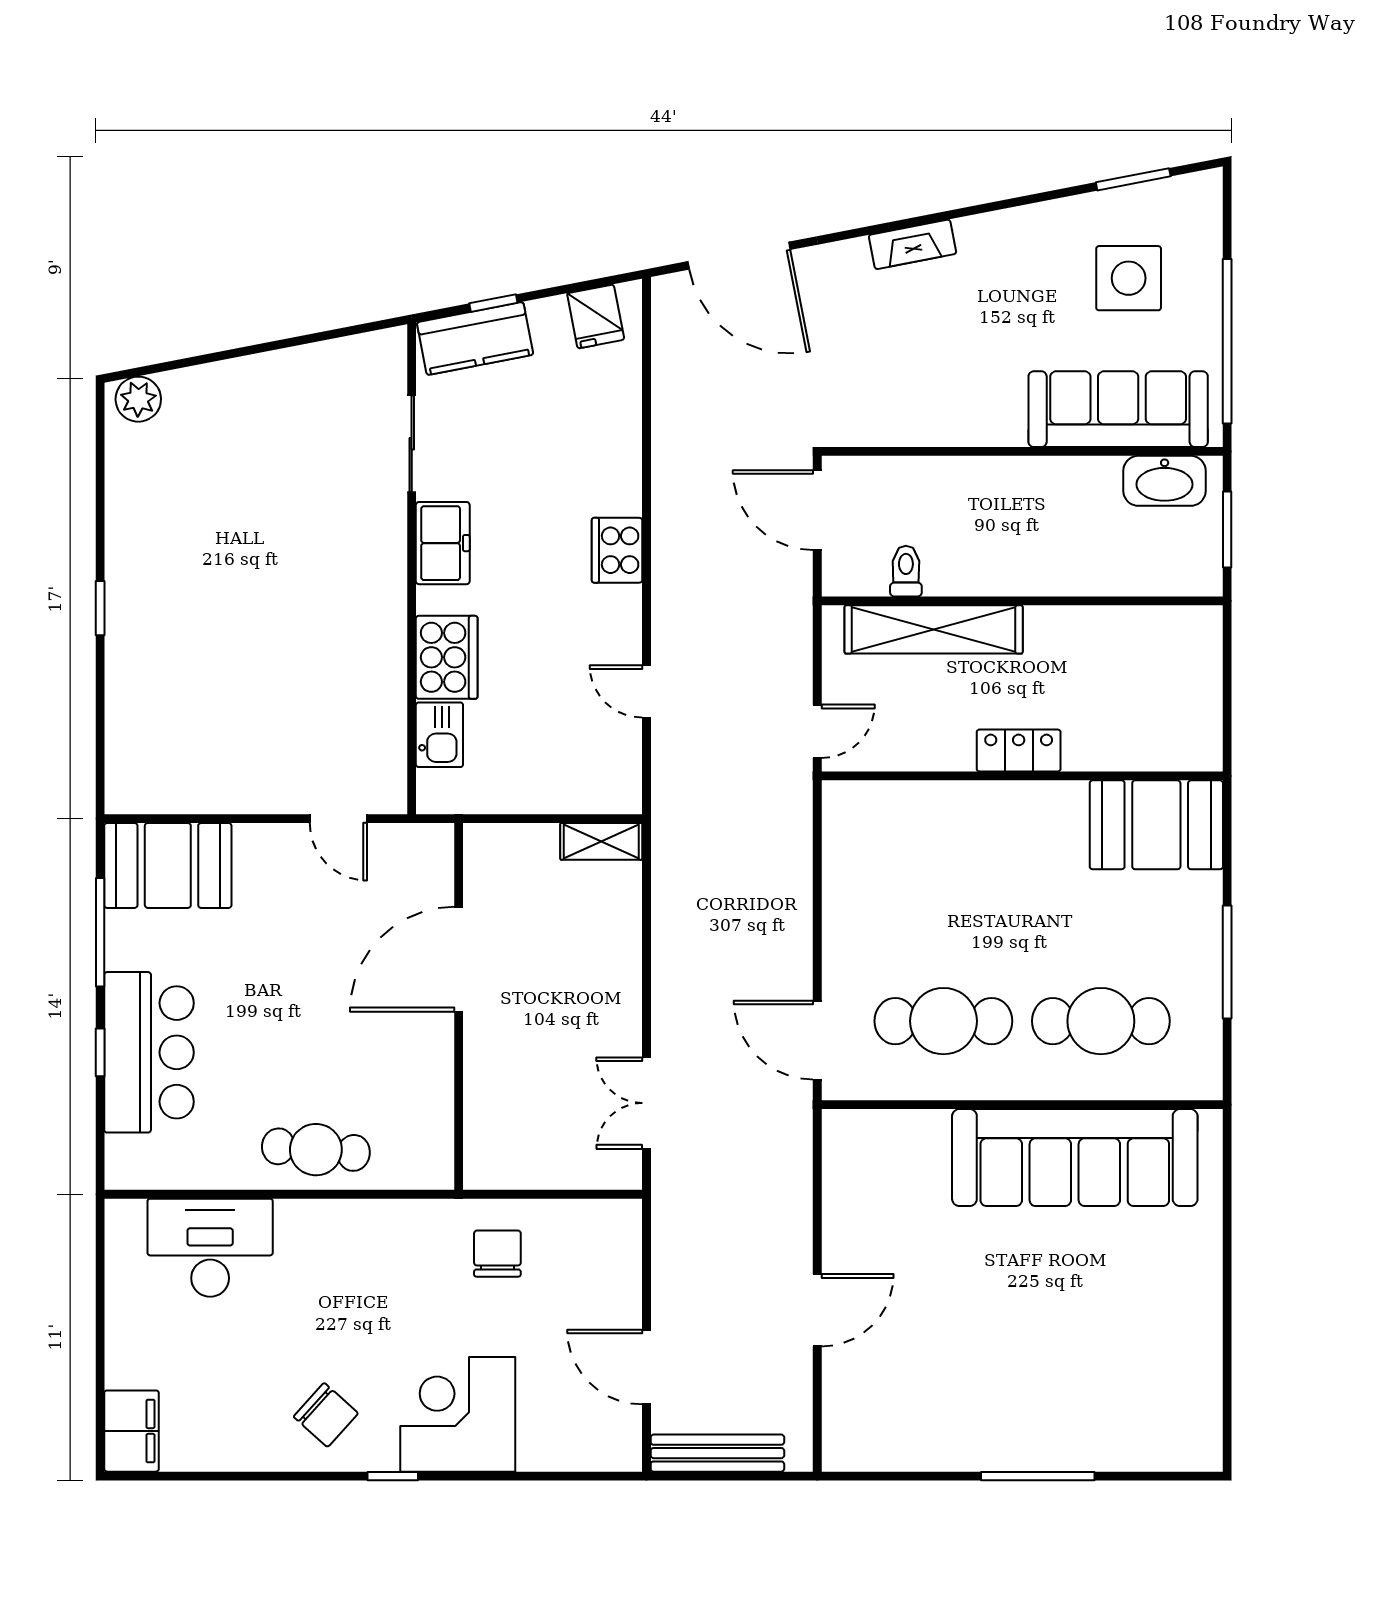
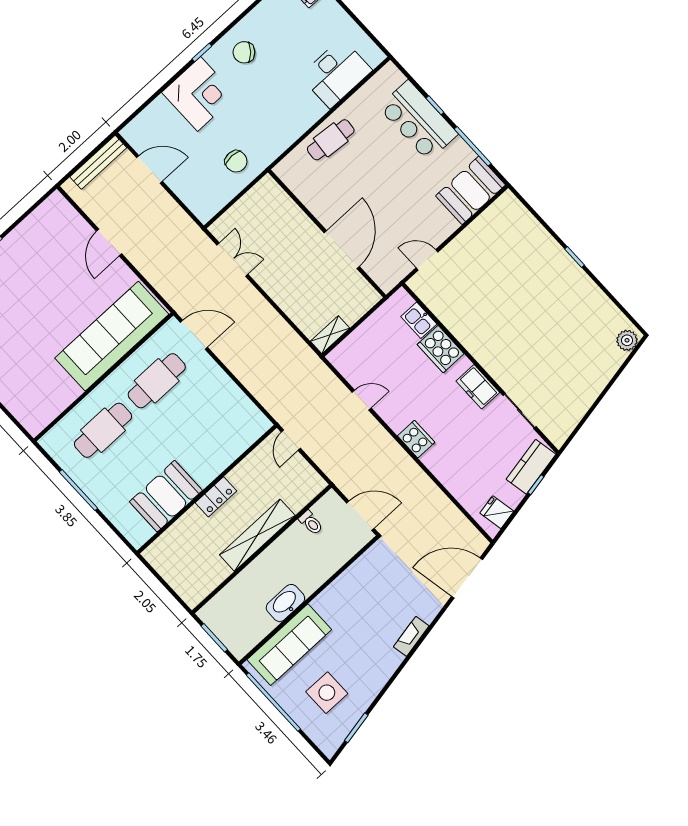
washbasin: (1165, 481) -> (285, 603), moved
shelving: (934, 629) -> (257, 535), moved
booth: (1156, 825) -> (166, 496), moved
sofa: (1075, 1158) -> (112, 336), moved

